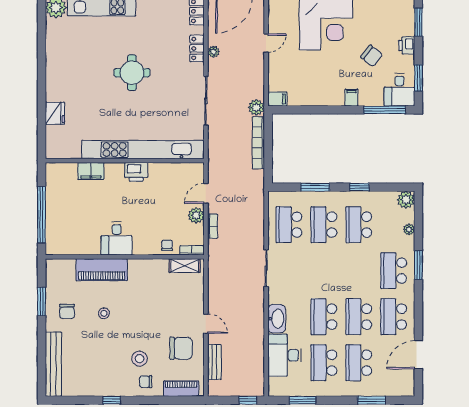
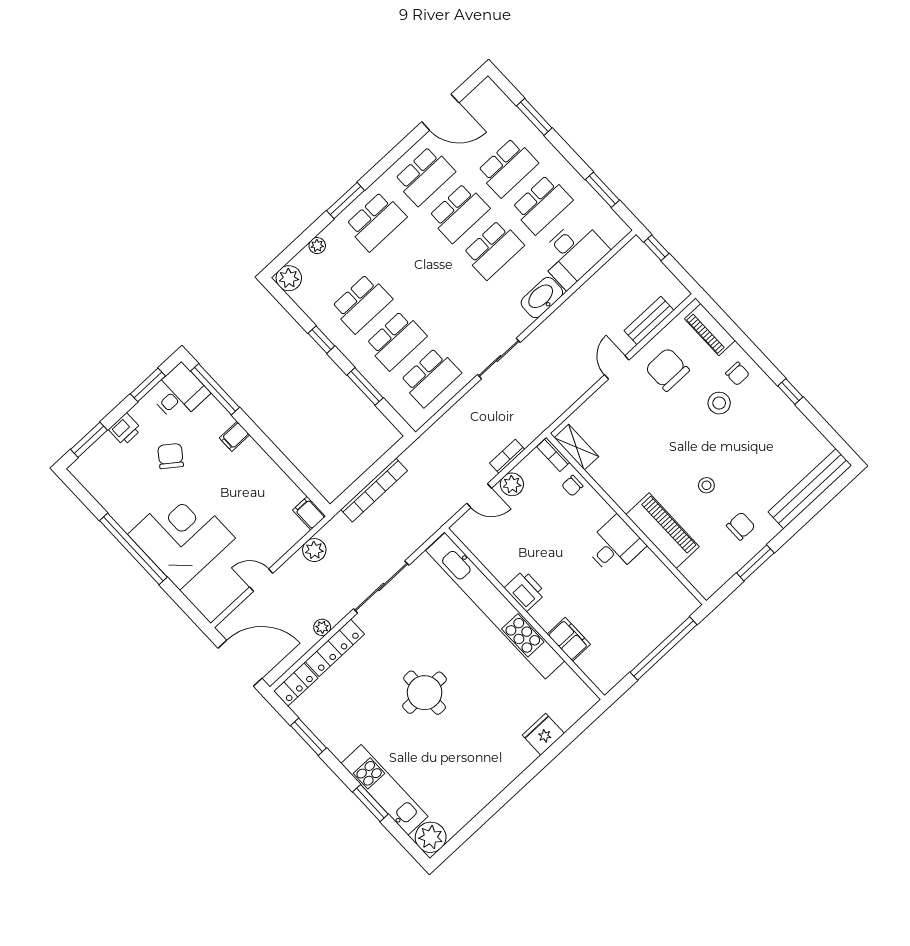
locker: (197, 48) -> (335, 648), width x1.53
plant: (256, 107) -> (314, 550), moved

